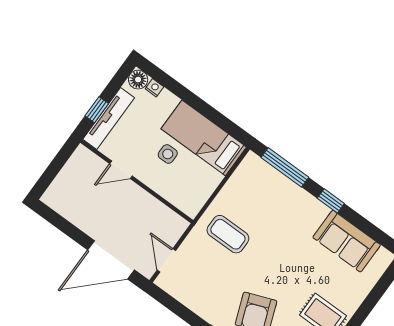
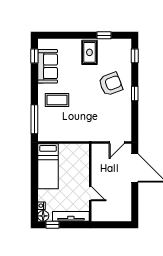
window: (97, 110) -> (53, 225), moved
side table: (168, 154) -> (67, 177), removed
window: (331, 201) -> (34, 56), moved
coffee table: (228, 234) -> (57, 100), moved, turned 90

